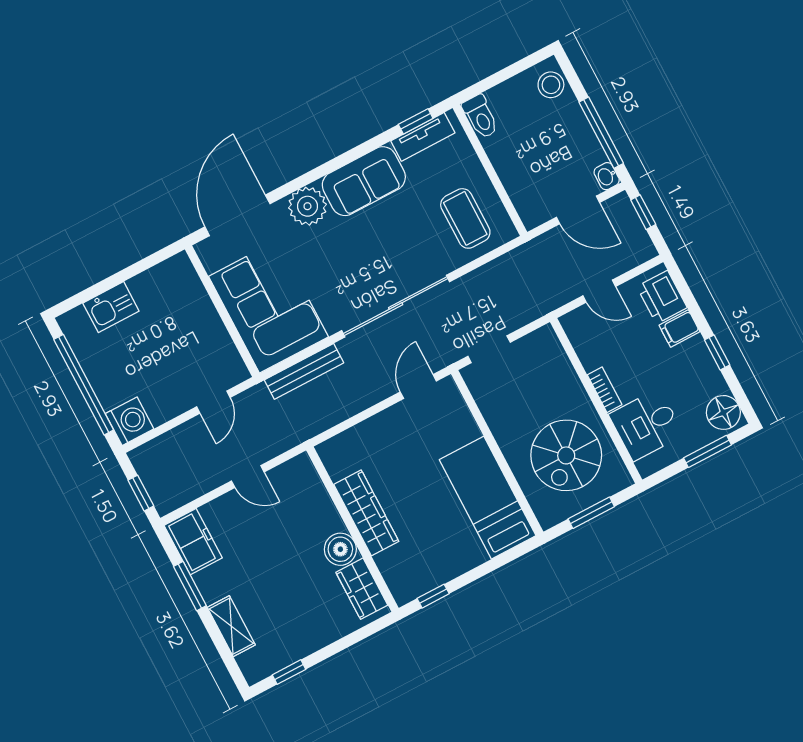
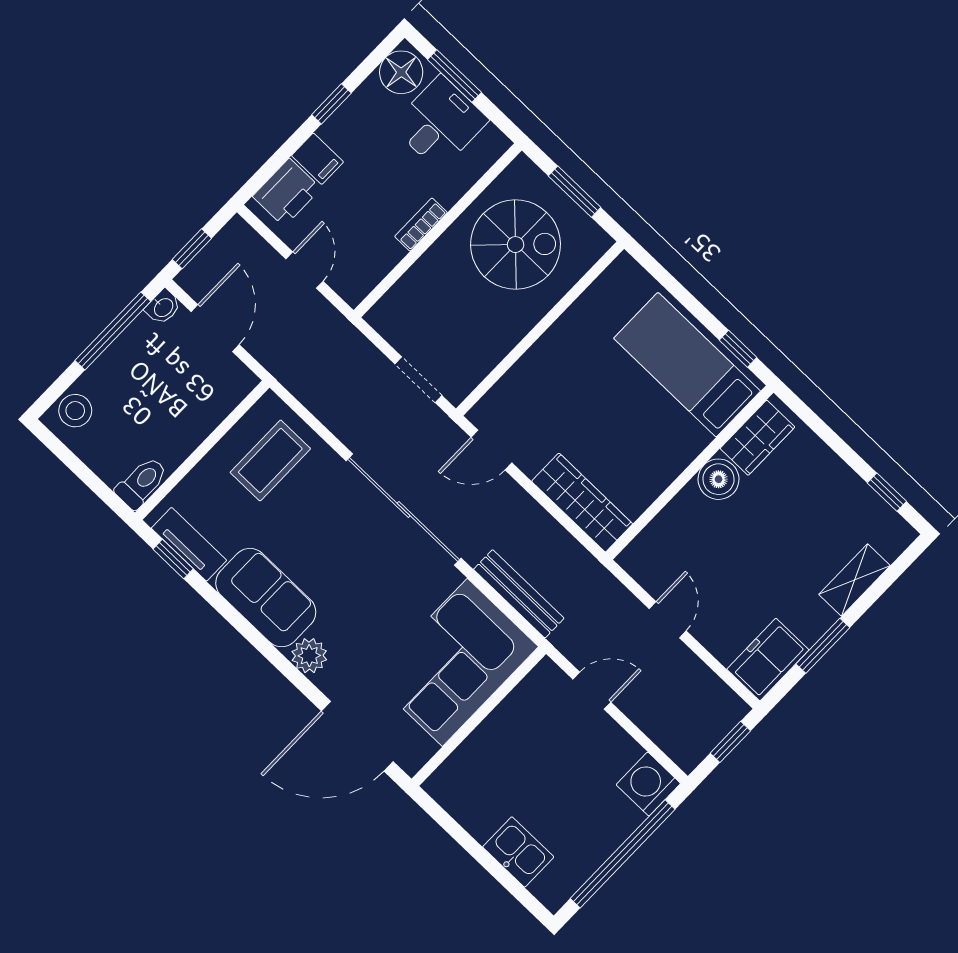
plant: (307, 206) -> (309, 656), width x0.73, depth x0.73
desk: (646, 425) -> (440, 123), moved, turned -90
bed: (488, 498) -> (687, 365), moved, turned 90
wardrobe: (366, 513) -> (582, 503), moved, turned 90

